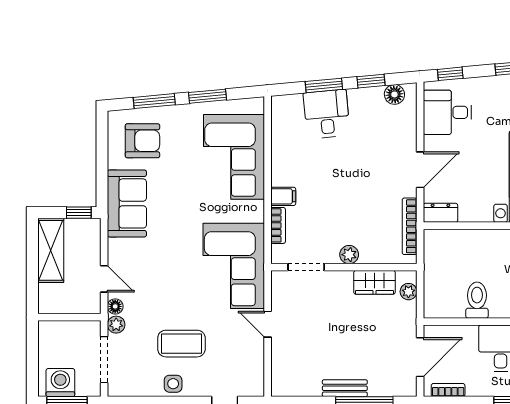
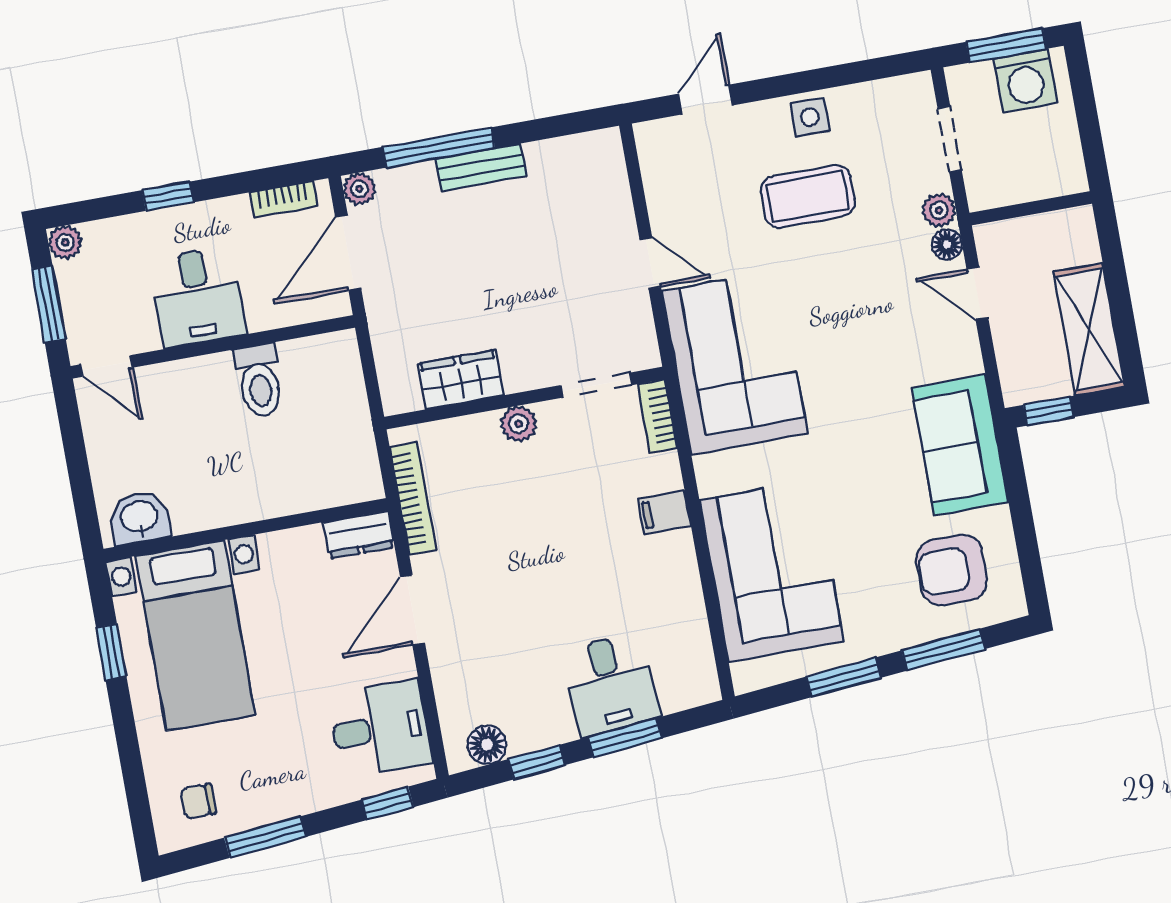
bookcase: (278, 225) -> (657, 416), moved
plant: (408, 292) -> (359, 189), moved
doorway: (104, 360) -> (950, 139), width x0.73

